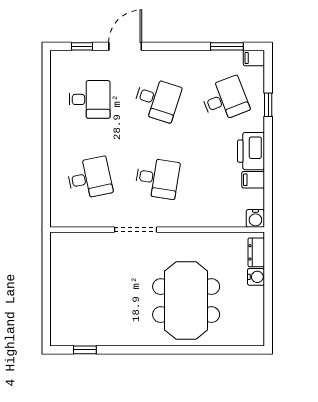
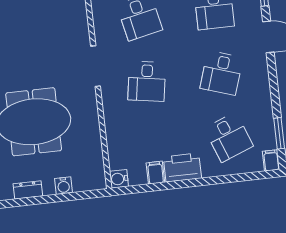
window: (268, 105) -> (228, 179), removed
dresser: (256, 252) -> (28, 190), moved

